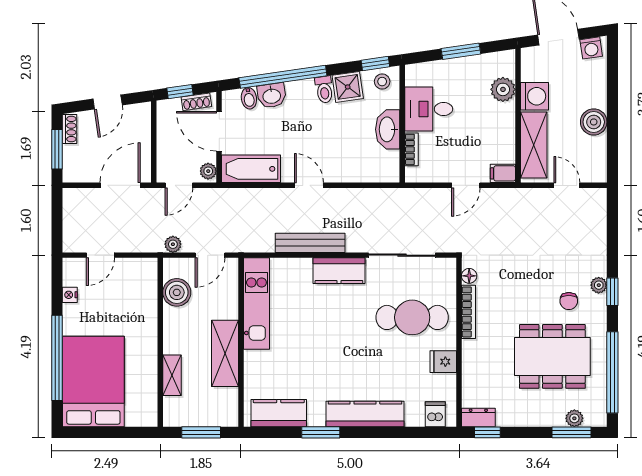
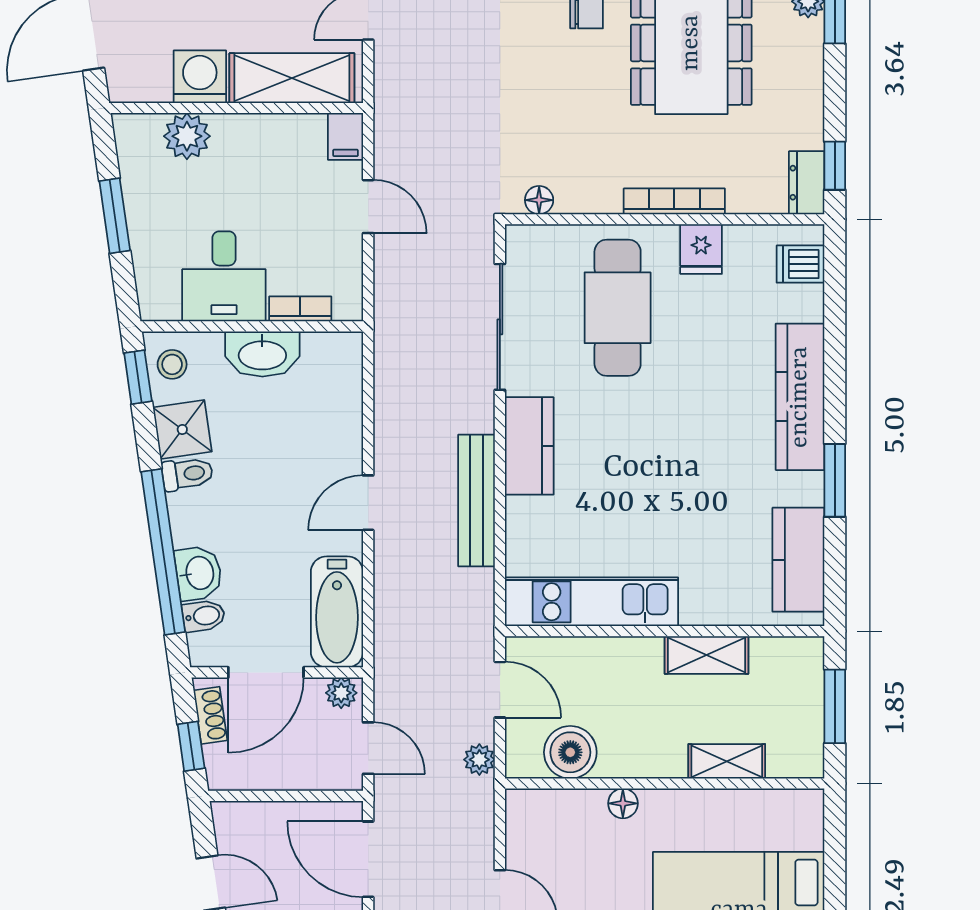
bookcase: (468, 312) -> (674, 201), moved
floor lamp: (150, 320) -> (623, 803), added
shelving: (225, 353) -> (707, 655), width x0.67, depth x0.75

